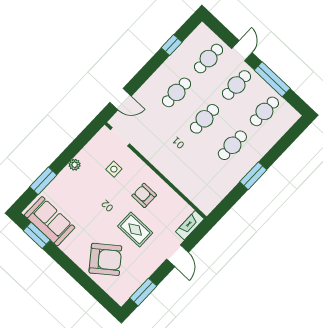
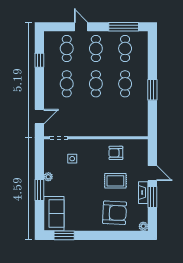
window: (272, 79) -> (124, 27), moved
window: (43, 181) -> (39, 190), moved
armchair: (144, 195) -> (116, 153), moved
sofa: (50, 221) -> (54, 214), moved, turned 90
fireplace: (190, 225) -> (143, 193), moved
armchair: (105, 259) -> (115, 213), turned 41
window: (143, 292) -> (152, 197), moved
plant: (121, 299) -> (143, 226), added

